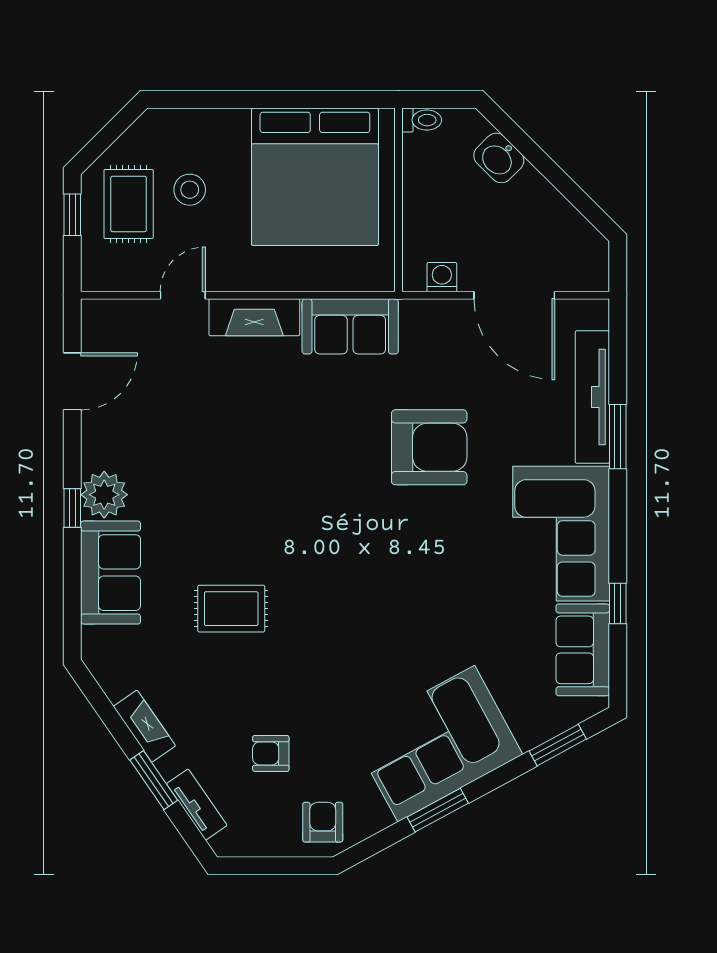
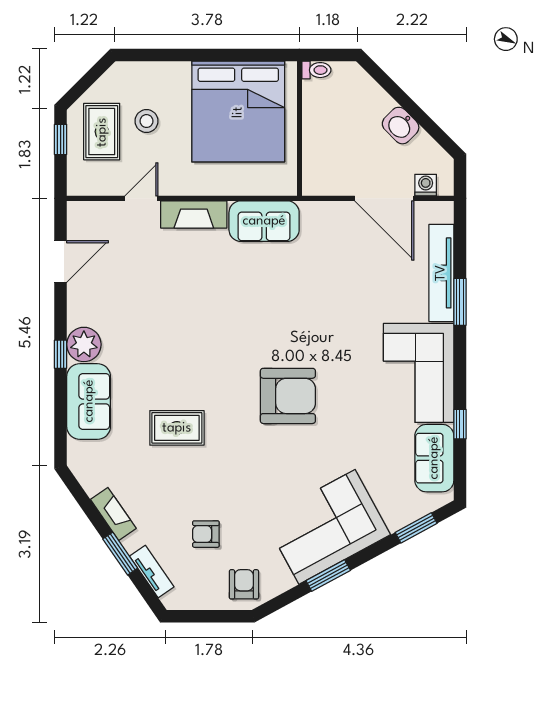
washbasin: (499, 158) -> (401, 126), moved
washing machine: (442, 277) -> (426, 185), moved
armchair: (429, 447) -> (288, 396), moved

